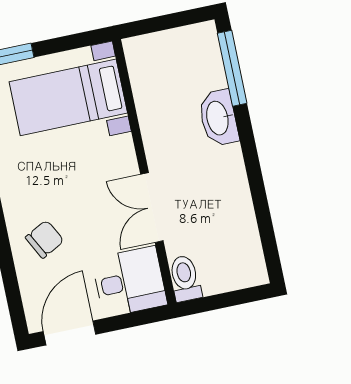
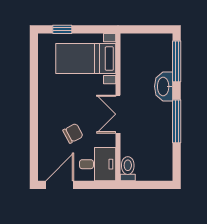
window: (255, 176) -> (177, 121), added
double door: (152, 208) -> (118, 114), moved
chair: (45, 239) -> (73, 133), moved

